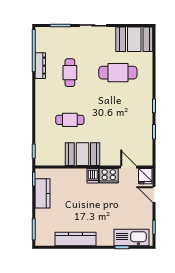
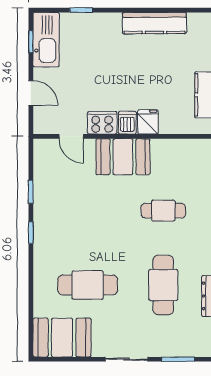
cafe table: (70, 73) -> (163, 285), width x1.37, depth x1.35
booth: (82, 154) -> (123, 157), moved
fridge: (145, 176) -> (148, 122), moved
kitchen sink: (132, 238) -> (46, 40), moved, turned -90

